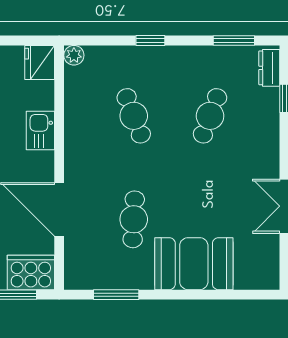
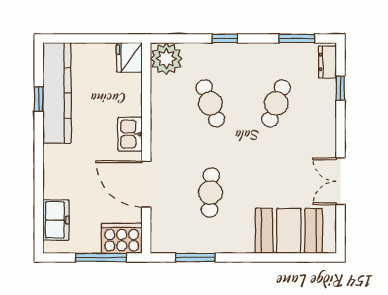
plant: (74, 55) -> (166, 59), width x1.87, depth x1.87
kitchen sink: (40, 131) -> (130, 134), moved
booth: (194, 264) -> (289, 231), moved

